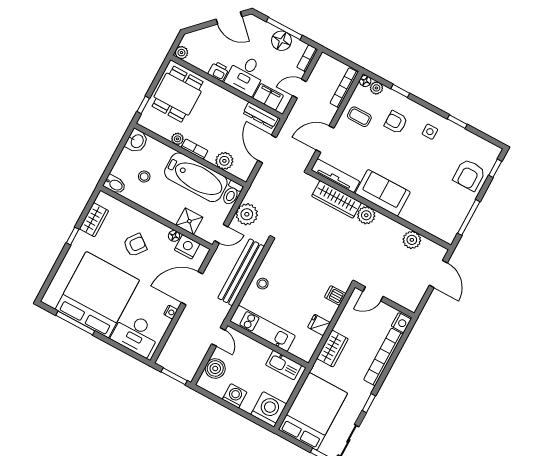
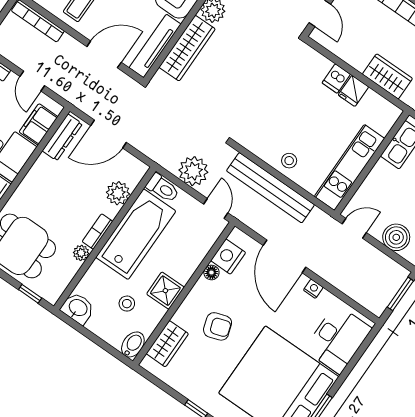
door: (325, 139) -> (104, 54), swing flipped
wardrobe: (94, 220) -> (167, 344), moved, turned 90
shower: (189, 221) -> (165, 291), moved
armchair: (135, 245) -> (218, 326), turned 125
dishwasher: (335, 295) -> (336, 78), moved

